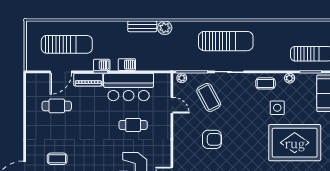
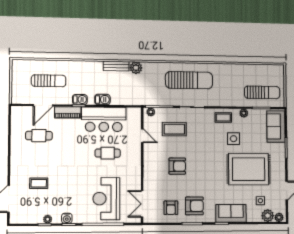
sun lounger: (67, 44) -> (49, 81), width x0.73, depth x0.75
coffee table: (209, 97) -> (174, 129), turned -62

